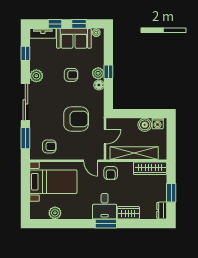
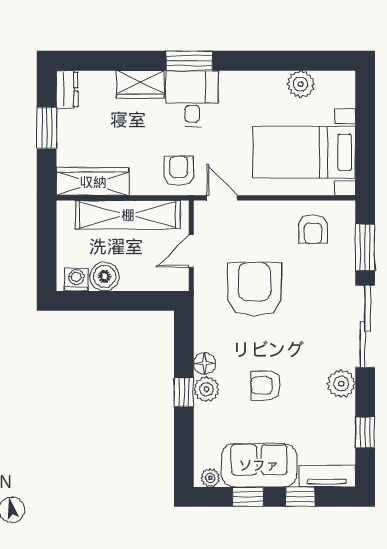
armchair: (76, 119) -> (254, 289), turned 90
armchair: (49, 146) -> (313, 229), turned -90

